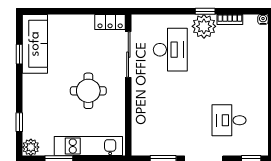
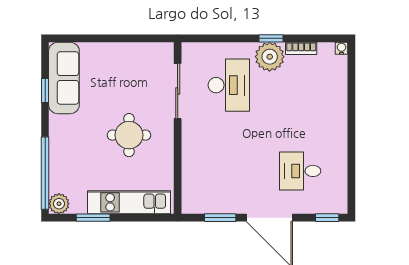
locker: (110, 22) -> (155, 51), removed
window: (19, 122) -> (45, 173), width x3.17

